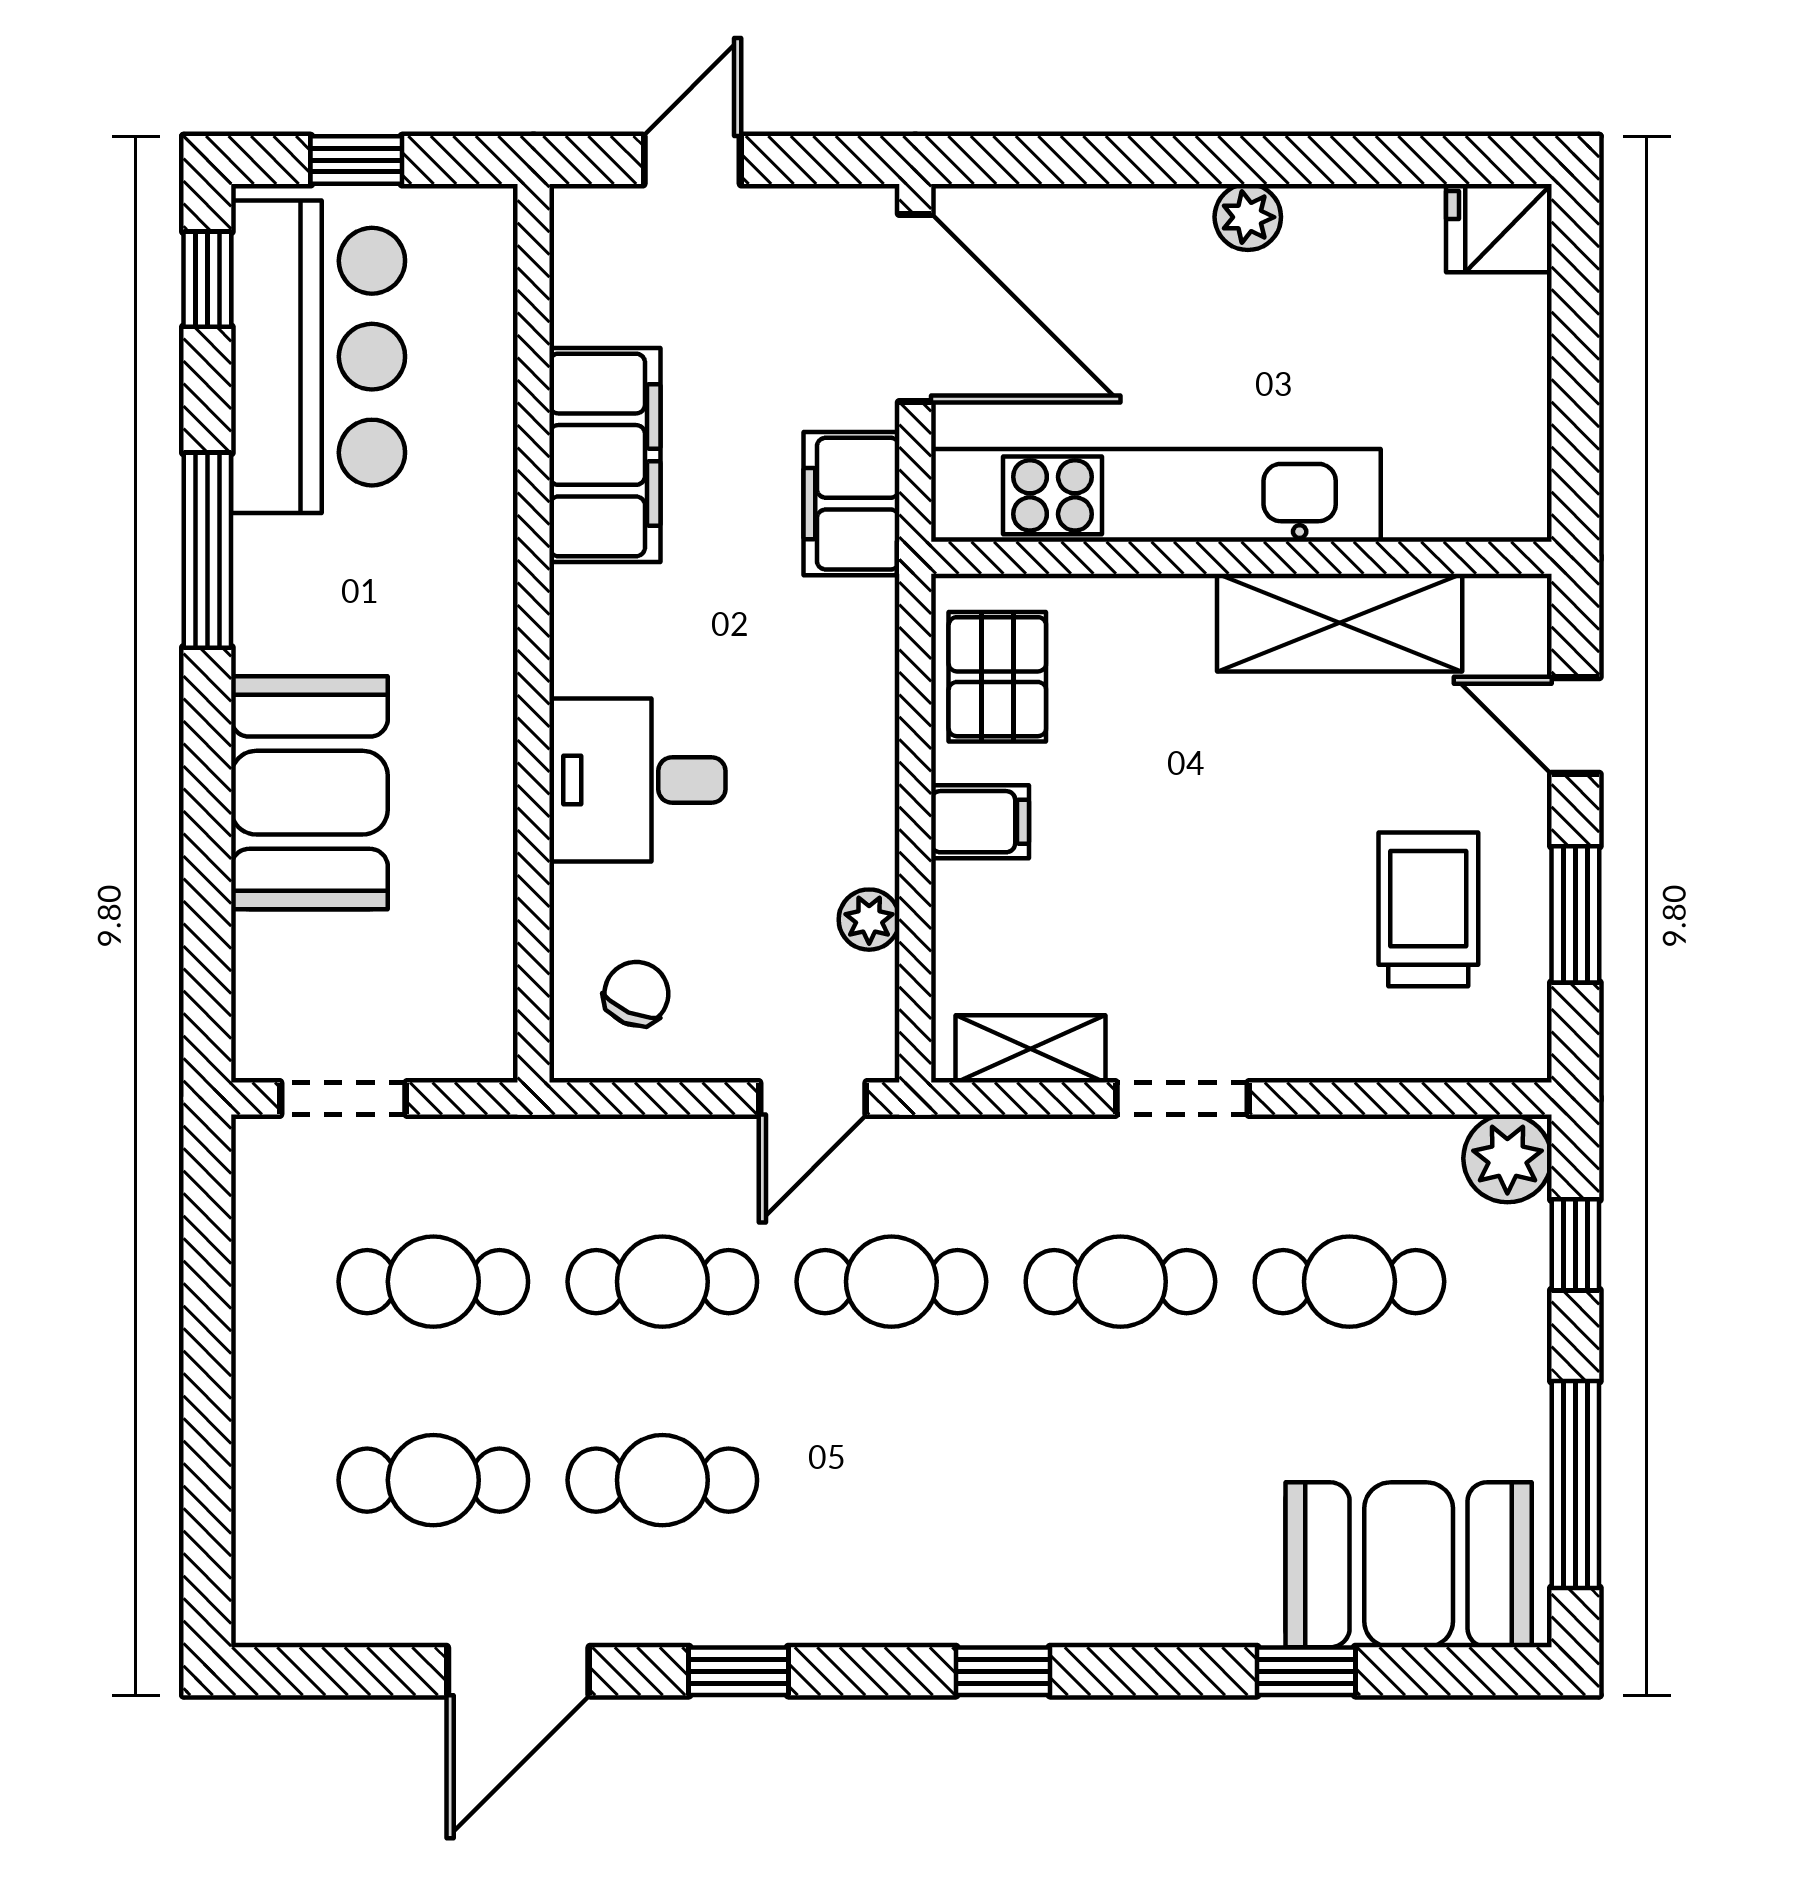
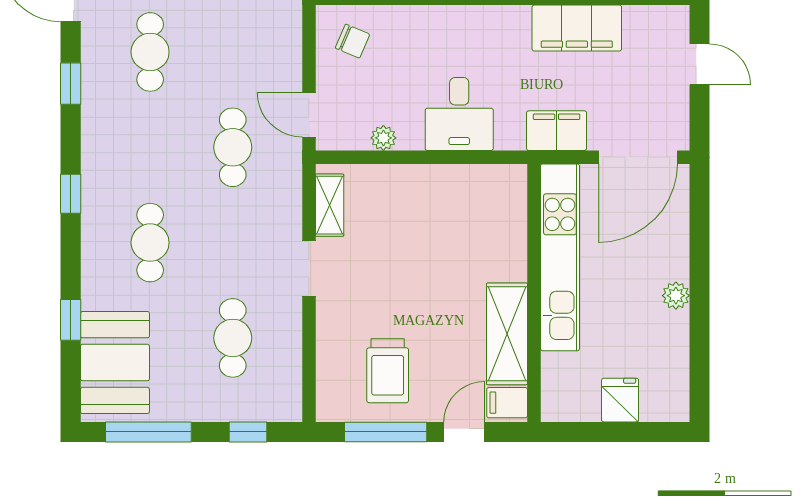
fridge: (1499, 228) -> (620, 400), moved
pallet: (997, 677) -> (485, 191), removed
desk: (637, 780) -> (459, 114), moved, turned 180
filing cabinet: (980, 822) -> (507, 403), moved, turned 90
trolley: (1428, 909) -> (388, 371), turned 90
window: (1575, 914) -> (386, 432), width x1.44
plant: (1507, 1158) -> (284, 404), removed
cafe table: (662, 1282) -> (233, 52), removed
cafe table: (1120, 1282) -> (150, 243), moved

